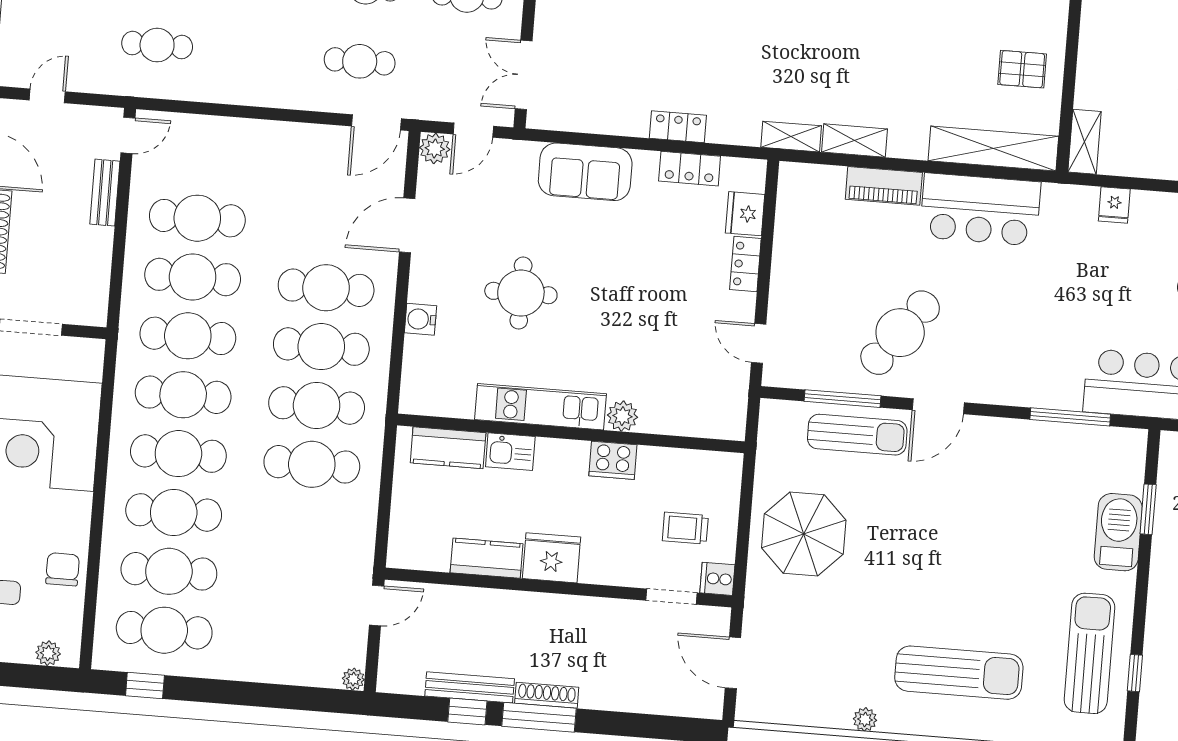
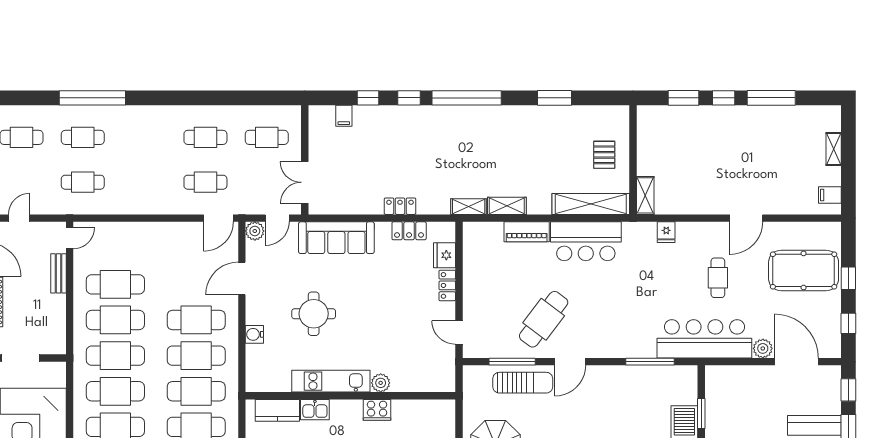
pallet: (1022, 69) -> (604, 155), turned 90
sofa: (585, 172) -> (336, 238), width x1.36

